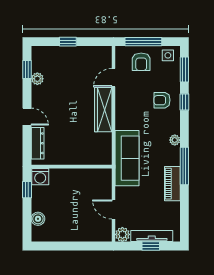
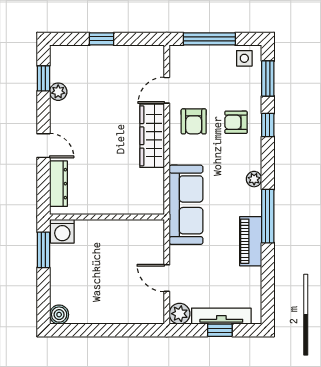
armchair: (141, 62) -> (194, 121), moved
window: (27, 190) -> (43, 250), width x1.50
boiler: (38, 219) -> (59, 315), moved

